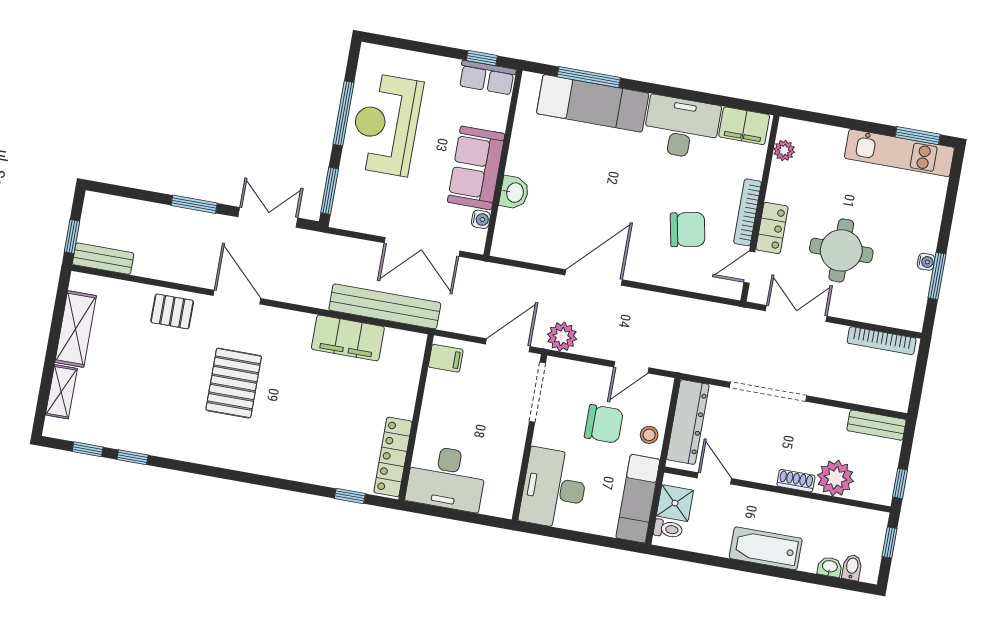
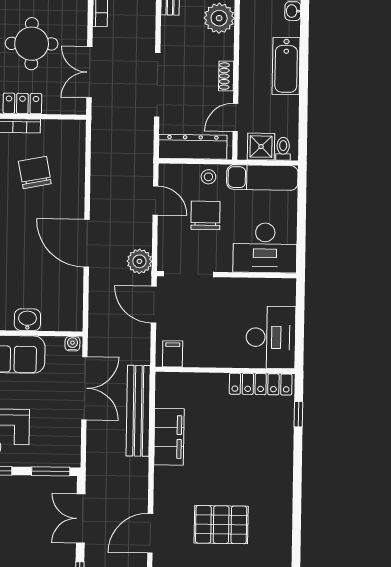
water cooler: (481, 219) -> (72, 344), moved
door: (749, 267) -> (58, 117), removed
shoe rack: (796, 481) -> (226, 76), moved

